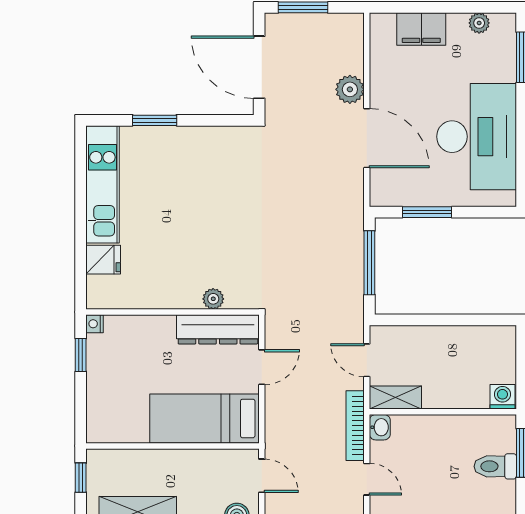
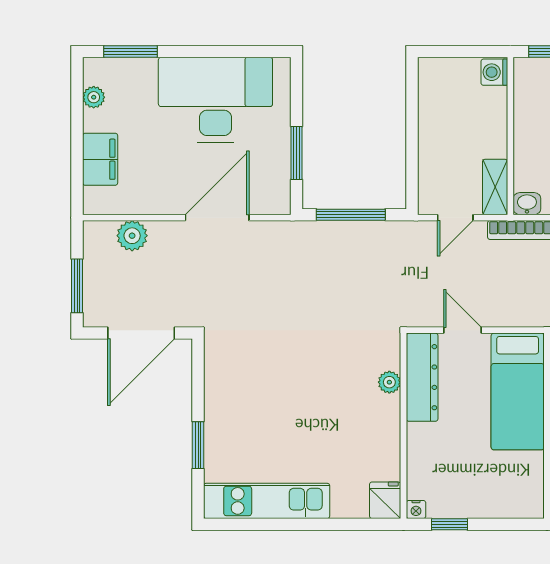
plant: (350, 89) -> (132, 236), moved
fridge: (103, 260) -> (385, 500), moved

